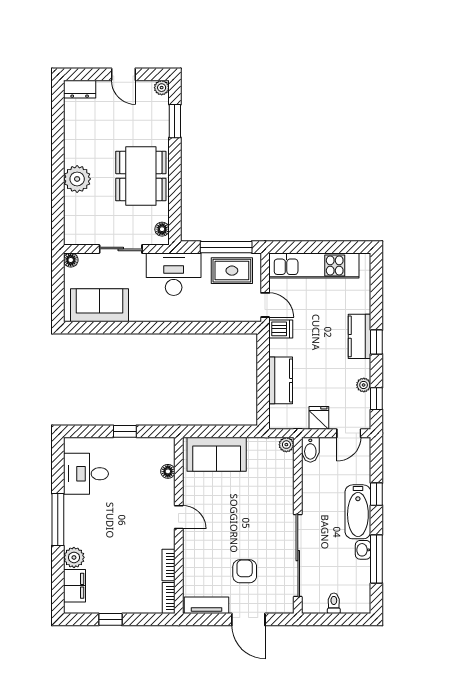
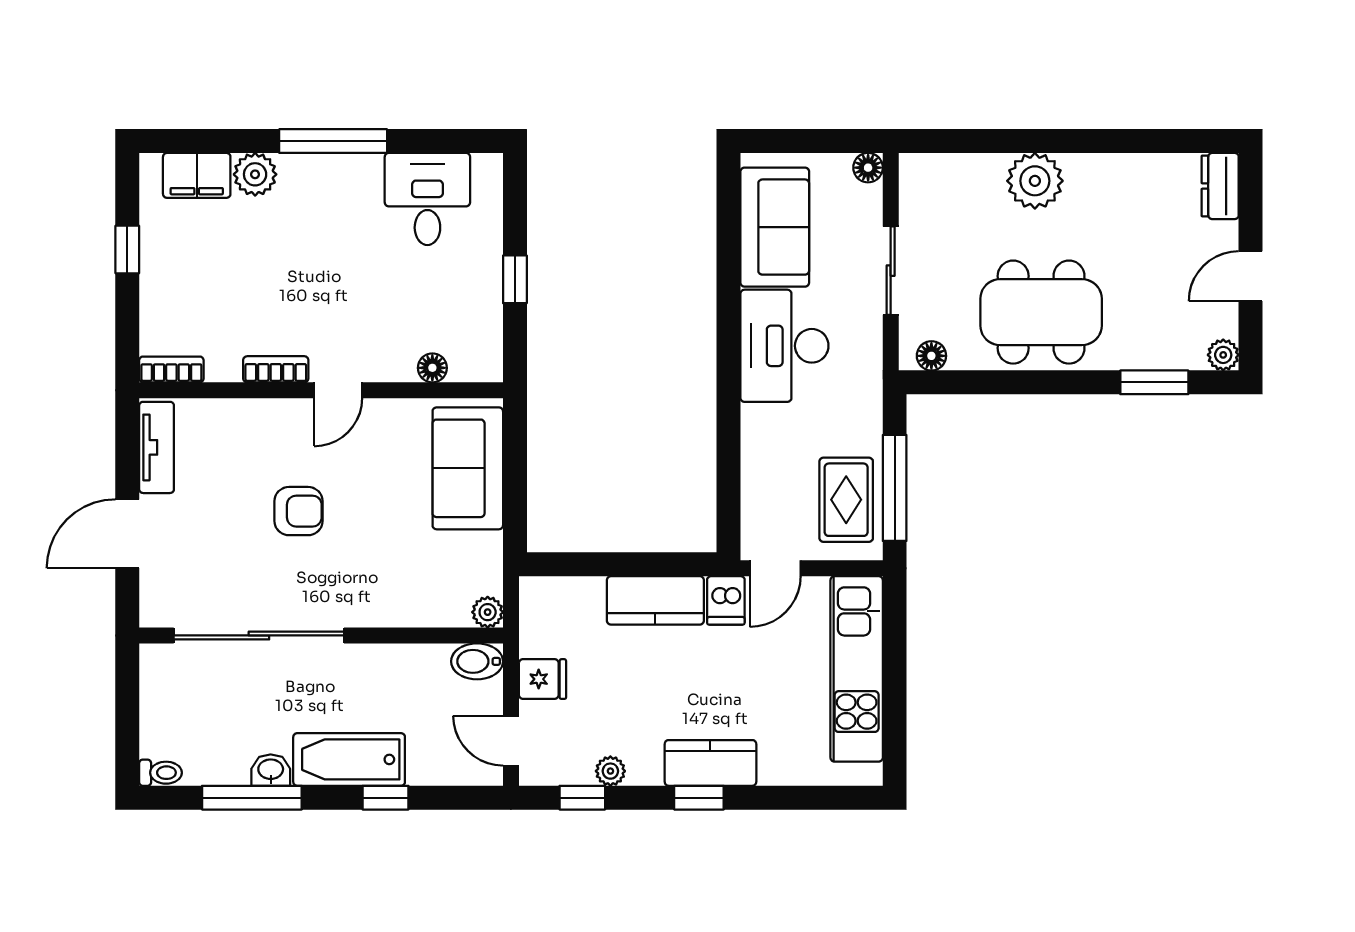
desk: (174, 274) -> (784, 346), moved, turned 180
kitchen counter: (281, 380) -> (655, 600), moved
bookcase: (169, 565) -> (276, 369), moved
armchair: (245, 571) -> (299, 511), moved
toilet: (334, 603) -> (160, 773), moved

